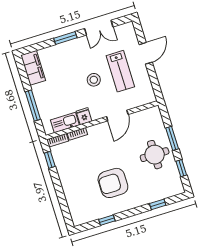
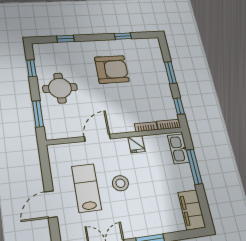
kitchen sink: (65, 123) -> (178, 149), moved, turned 90
window: (172, 138) -> (38, 114), moved
window: (60, 192) -> (170, 73), added

